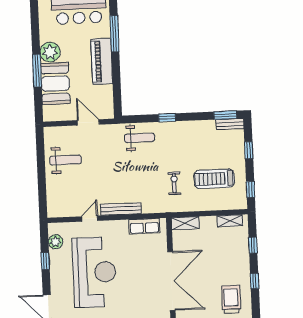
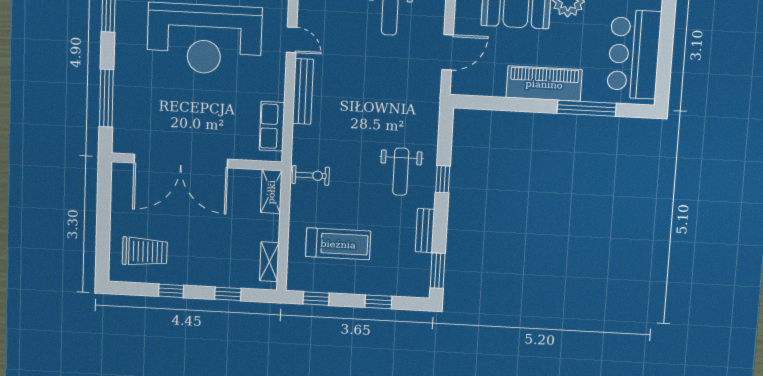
bench: (230, 124) -> (425, 230), moved
weight bench: (140, 138) -> (401, 172), moved
treadmill: (214, 179) -> (338, 244), turned 90
exercise bike: (174, 183) -> (311, 175), moved

